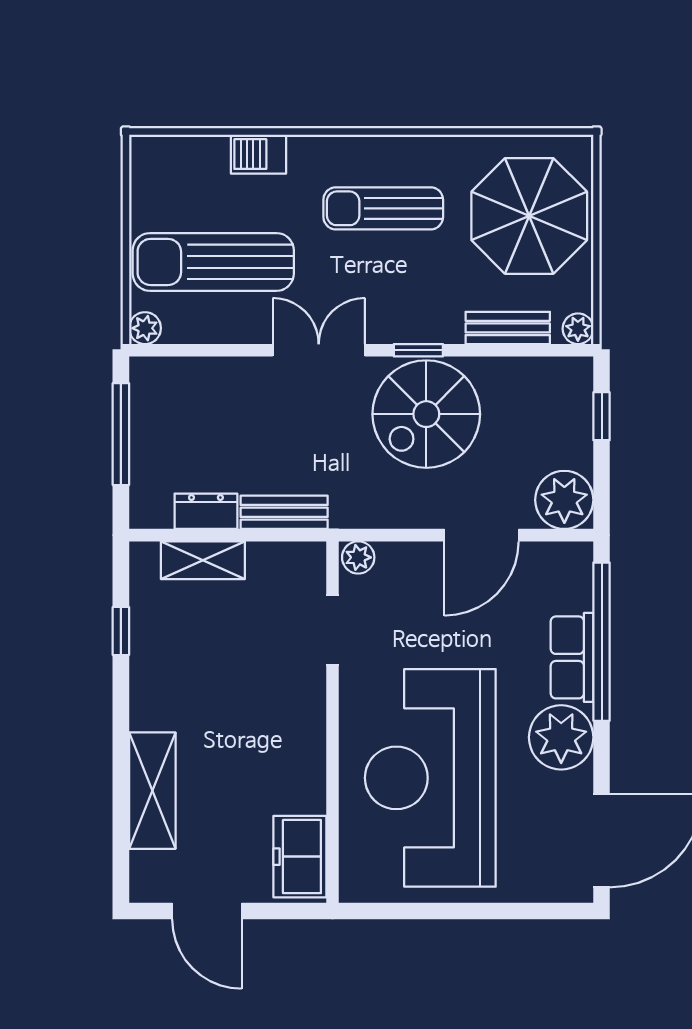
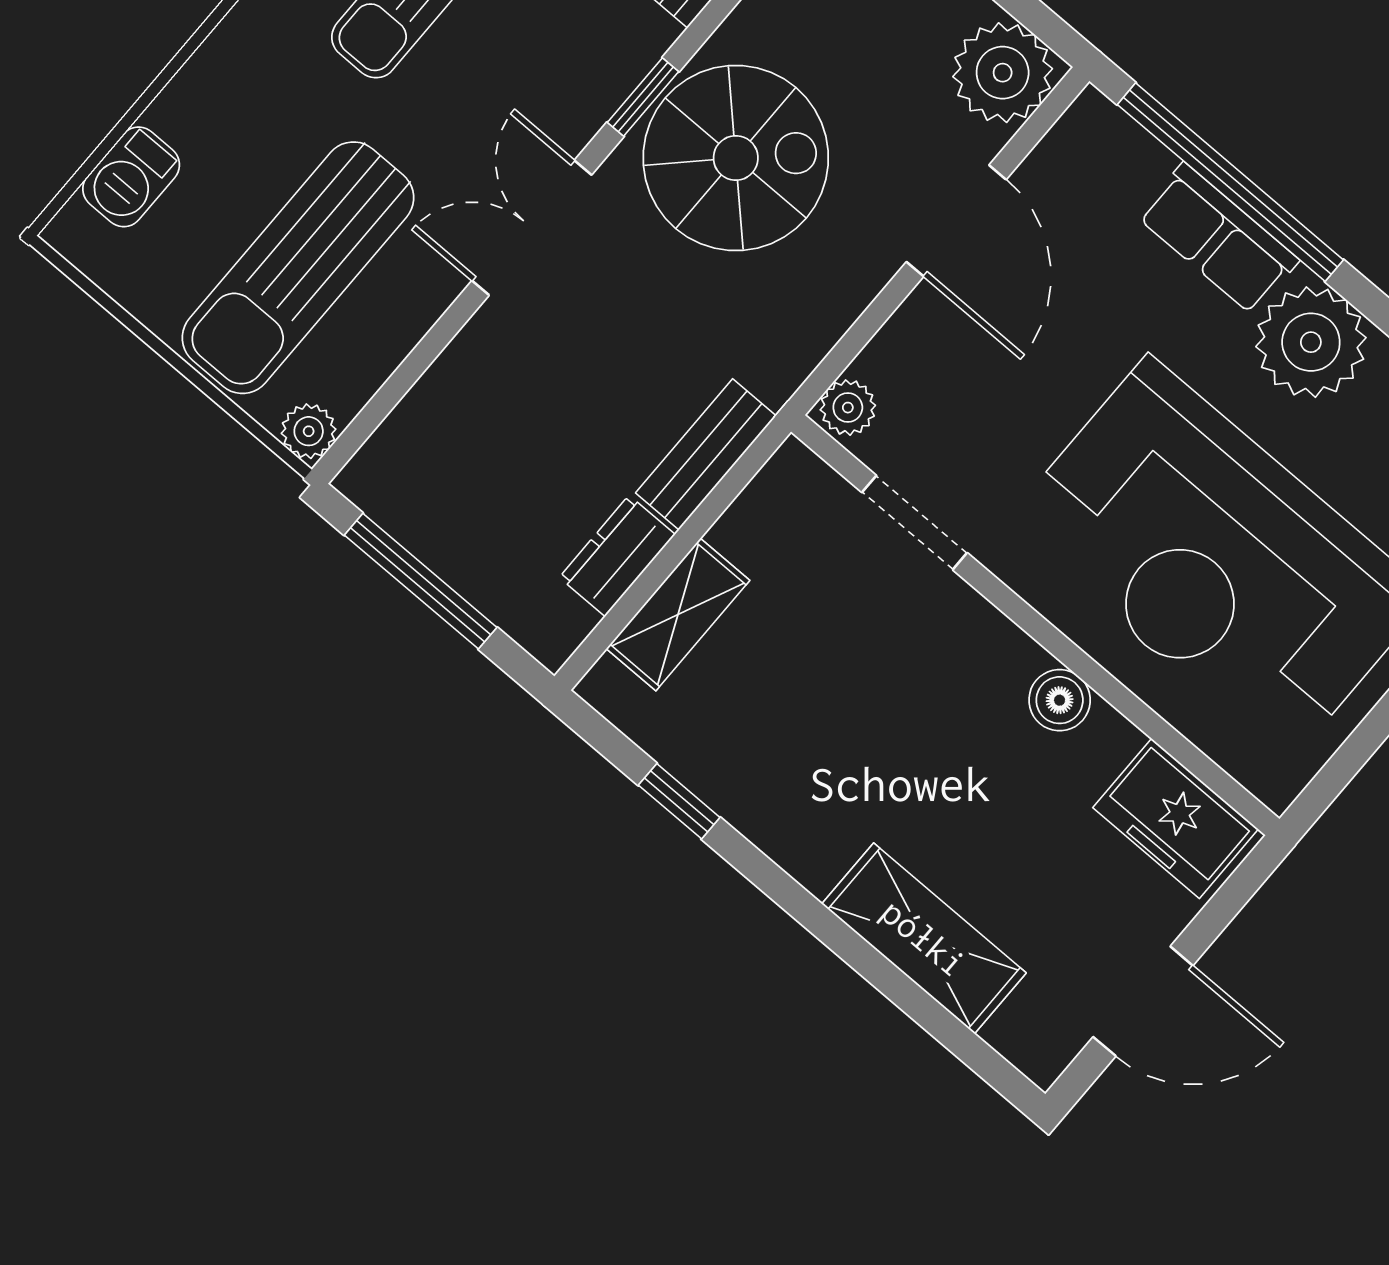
barbecue: (259, 154) -> (131, 177), moved
spiral stairs: (426, 414) -> (736, 158), turned -90
boiler: (309, 761) -> (1060, 700), added

